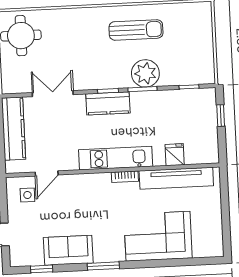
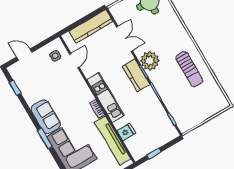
plant: (145, 73) -> (150, 61), moved
window: (221, 116) -> (154, 154), moved
door: (47, 173) -> (74, 61), swing flipped
sofa: (68, 250) -> (46, 117), moved
window: (103, 266) -> (45, 139), moved

